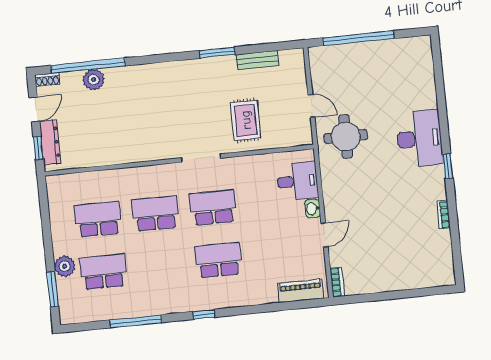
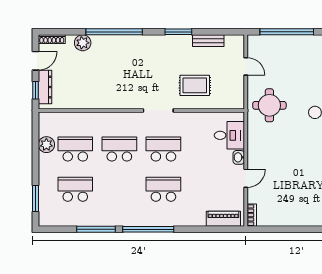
window: (88, 66) -> (114, 32), moved
shoe rack: (47, 80) -> (52, 39), width x1.43
door: (311, 106) -> (246, 66), moved
rug: (246, 120) -> (195, 85), turned 90
plant: (65, 266) -> (46, 145), moved
window: (204, 314) -> (148, 229), width x3.17

